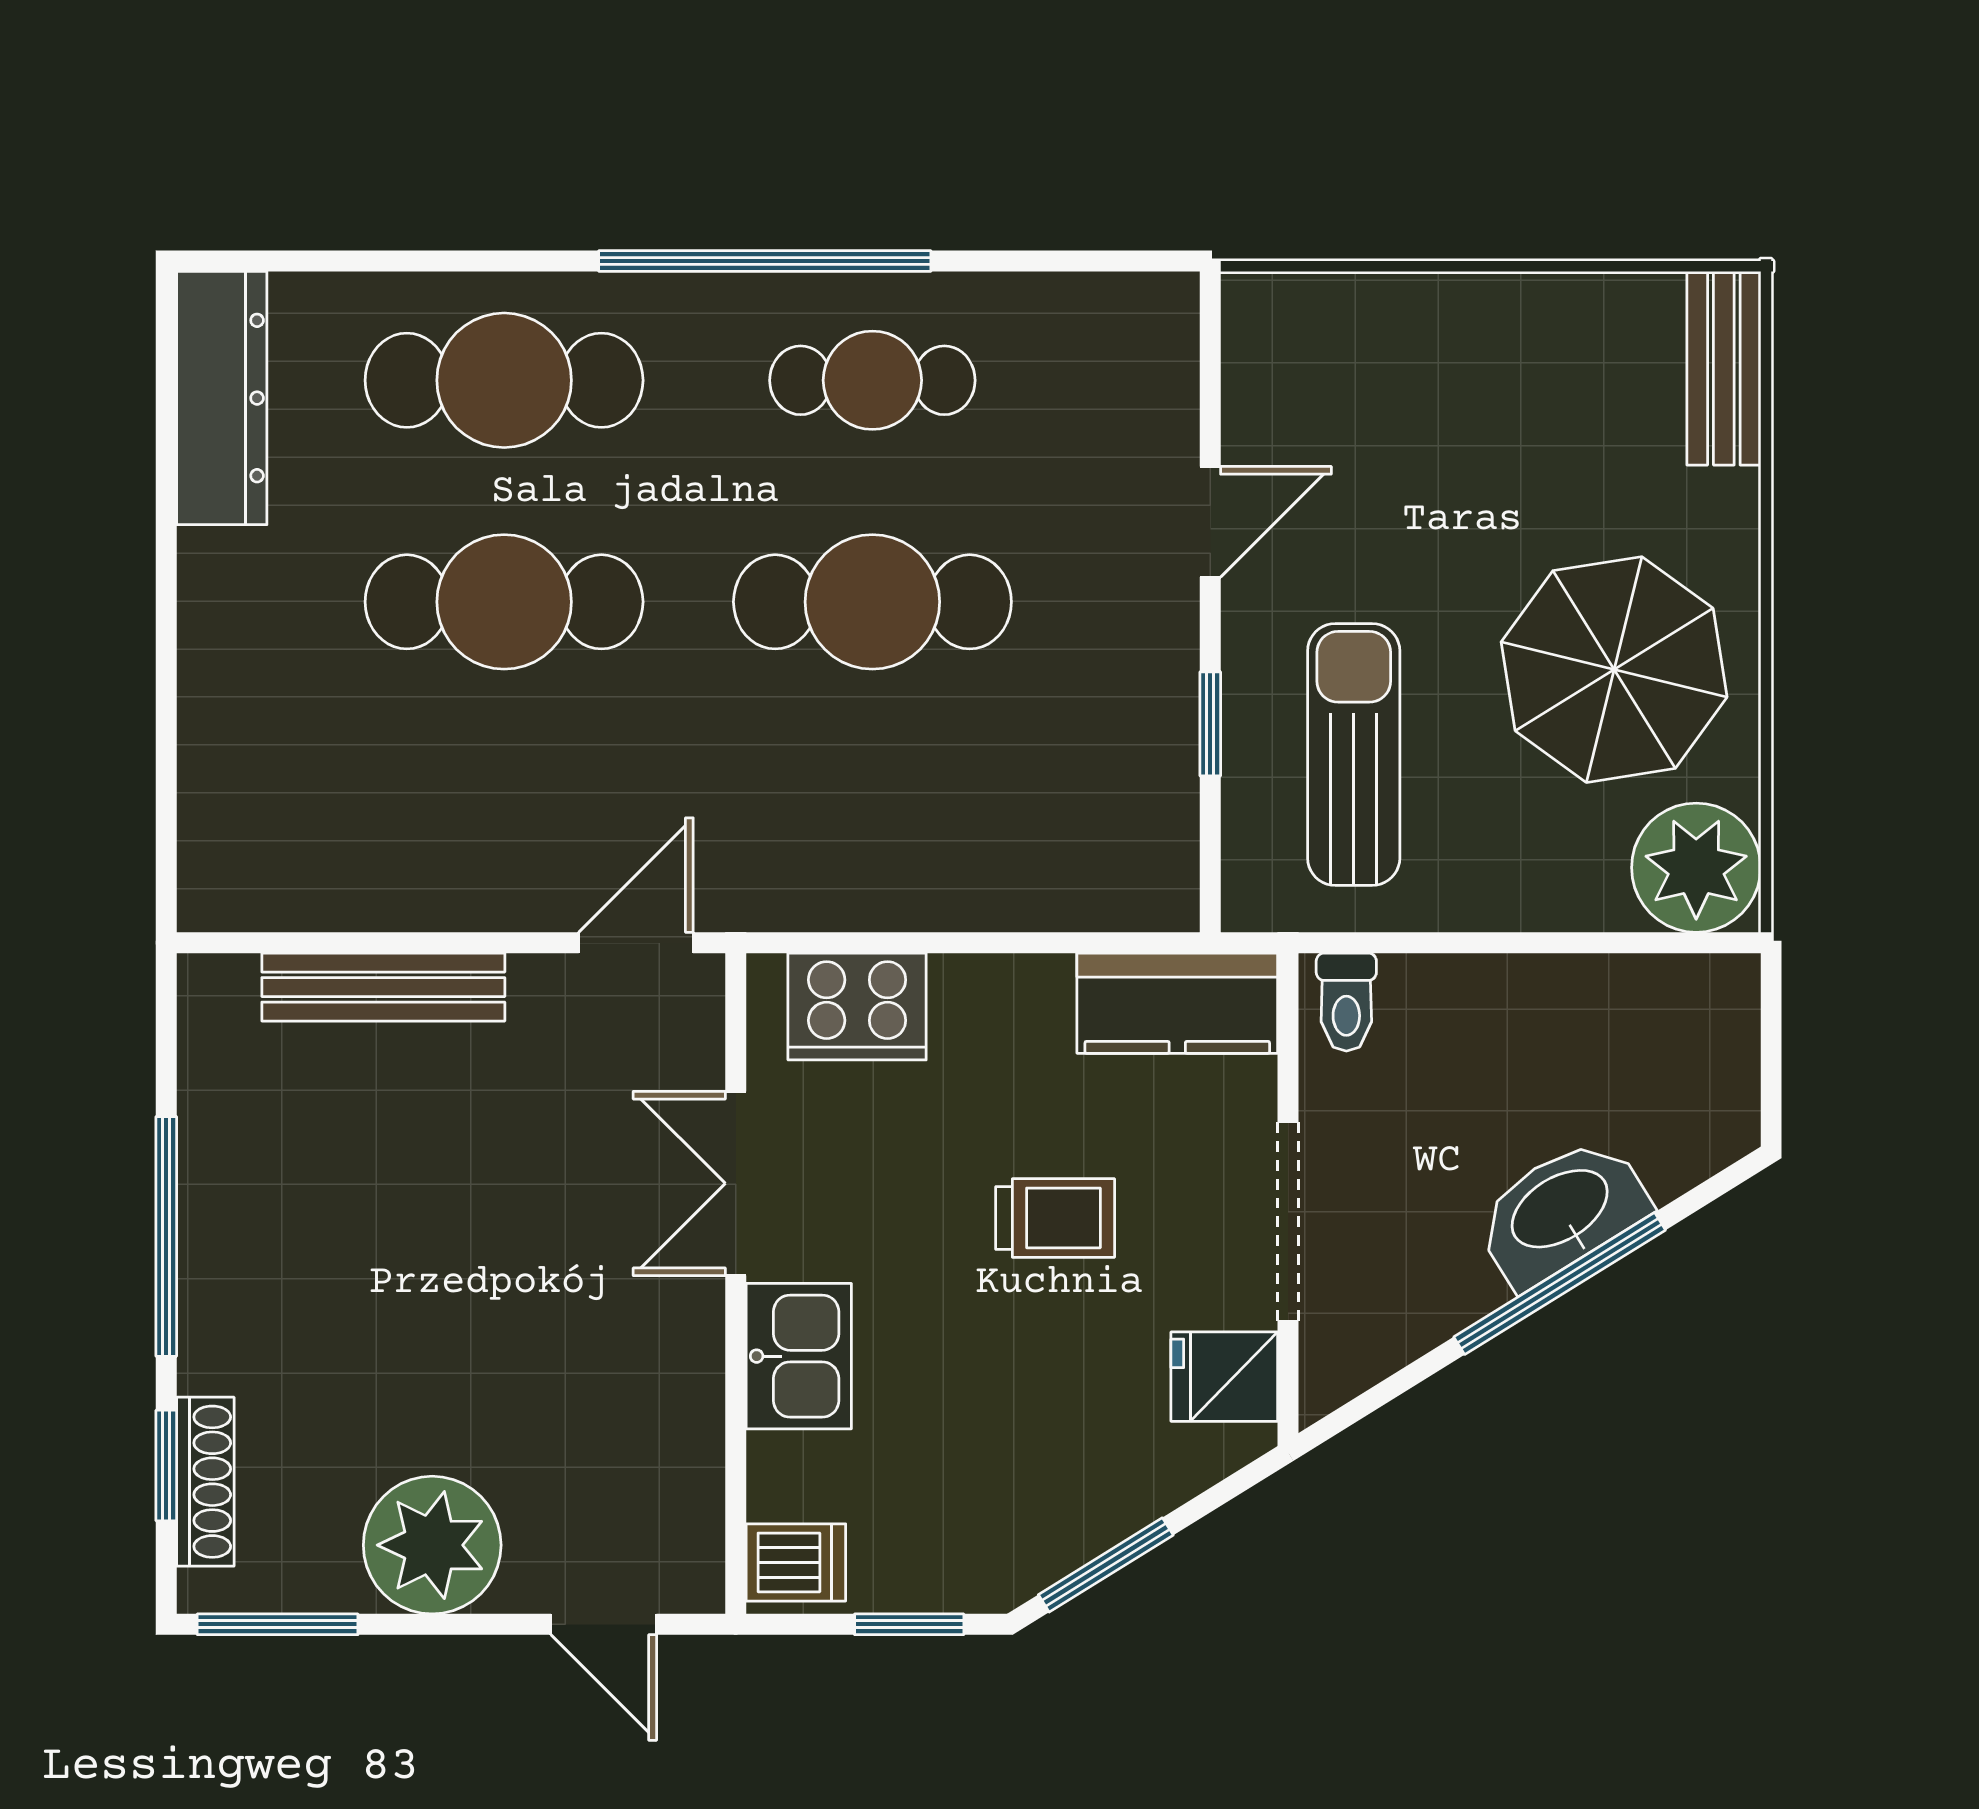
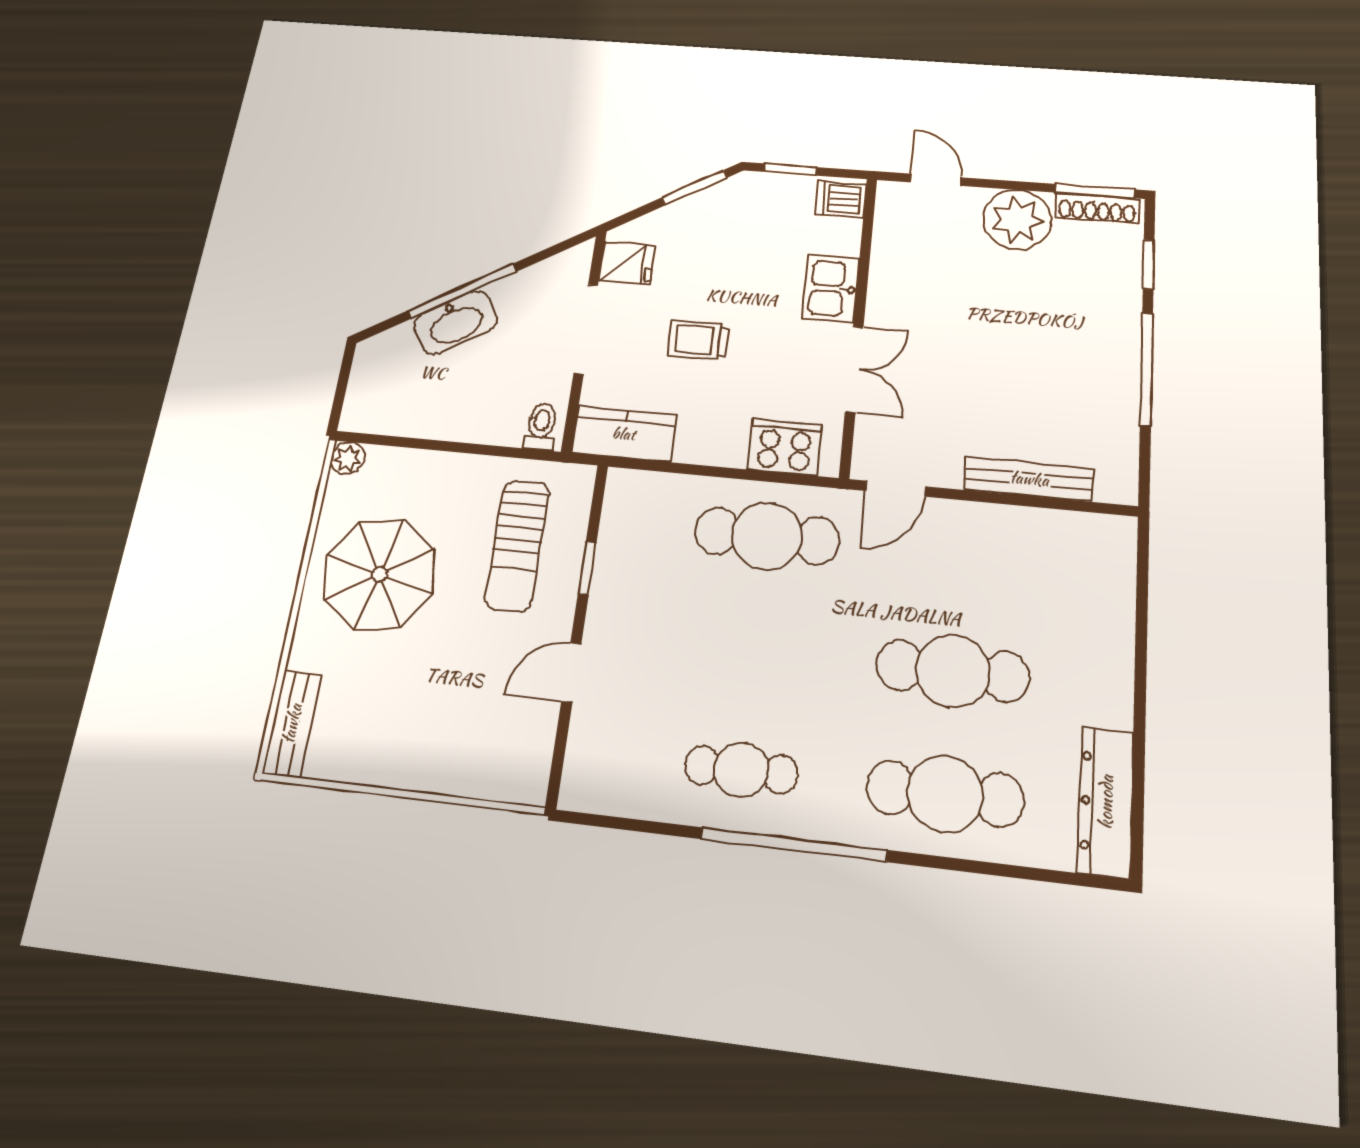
cafe table: (872, 602) -> (767, 536), moved
plant: (1696, 868) -> (348, 458), width x0.53, depth x0.53
shoe rack: (205, 1482) -> (1097, 208), moved, turned -90

